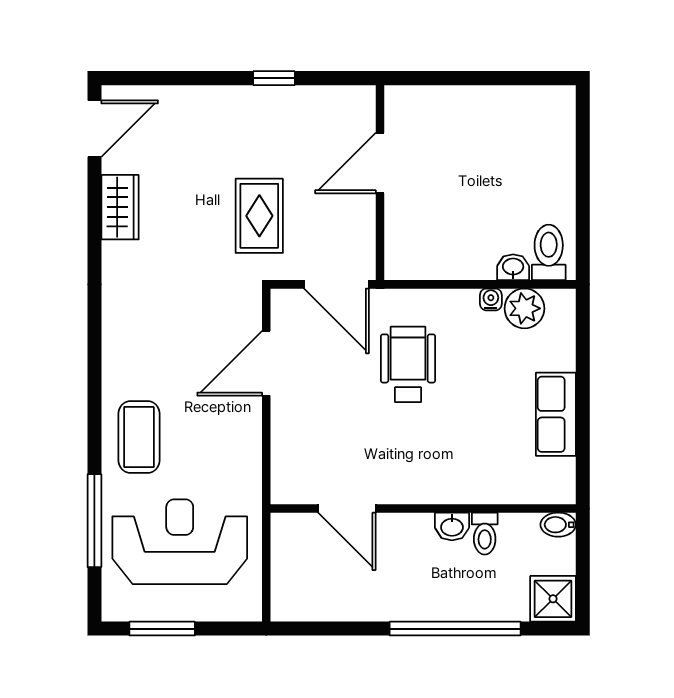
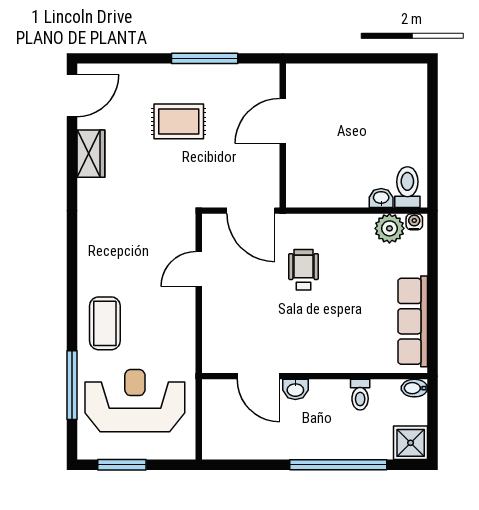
window: (274, 78) -> (205, 58), width x2.17
rug: (259, 216) -> (179, 121), moved, turned 90
water cooler: (491, 299) -> (414, 222), moved
door: (266, 363) -> (199, 269), width x0.73
wheelchair: (408, 364) -> (304, 270), width x0.73, depth x0.73
row of seats: (556, 414) -> (413, 321), width x1.48
washbasin: (452, 526) -> (295, 389), moved

